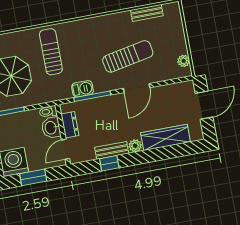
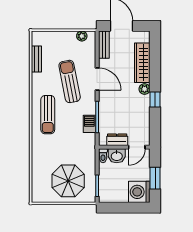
sun lounger: (51, 52) -> (48, 115), moved, turned -90
door: (66, 149) -> (137, 147), hinge flipped
bench: (112, 150) -> (104, 45), moved
window: (109, 163) -> (155, 100), moved

